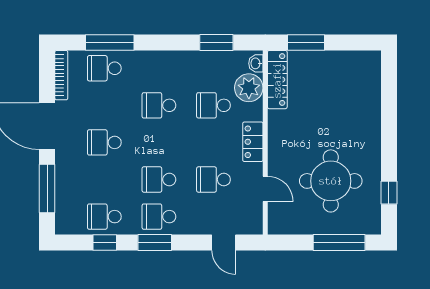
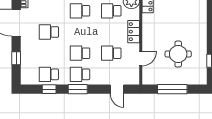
round table: (331, 181) -> (178, 54), width x0.73, depth x0.73
window: (47, 189) -> (16, 58), width x0.46
door: (265, 189) -> (141, 59), hinge flipped
window: (339, 242) -> (172, 89), moved

